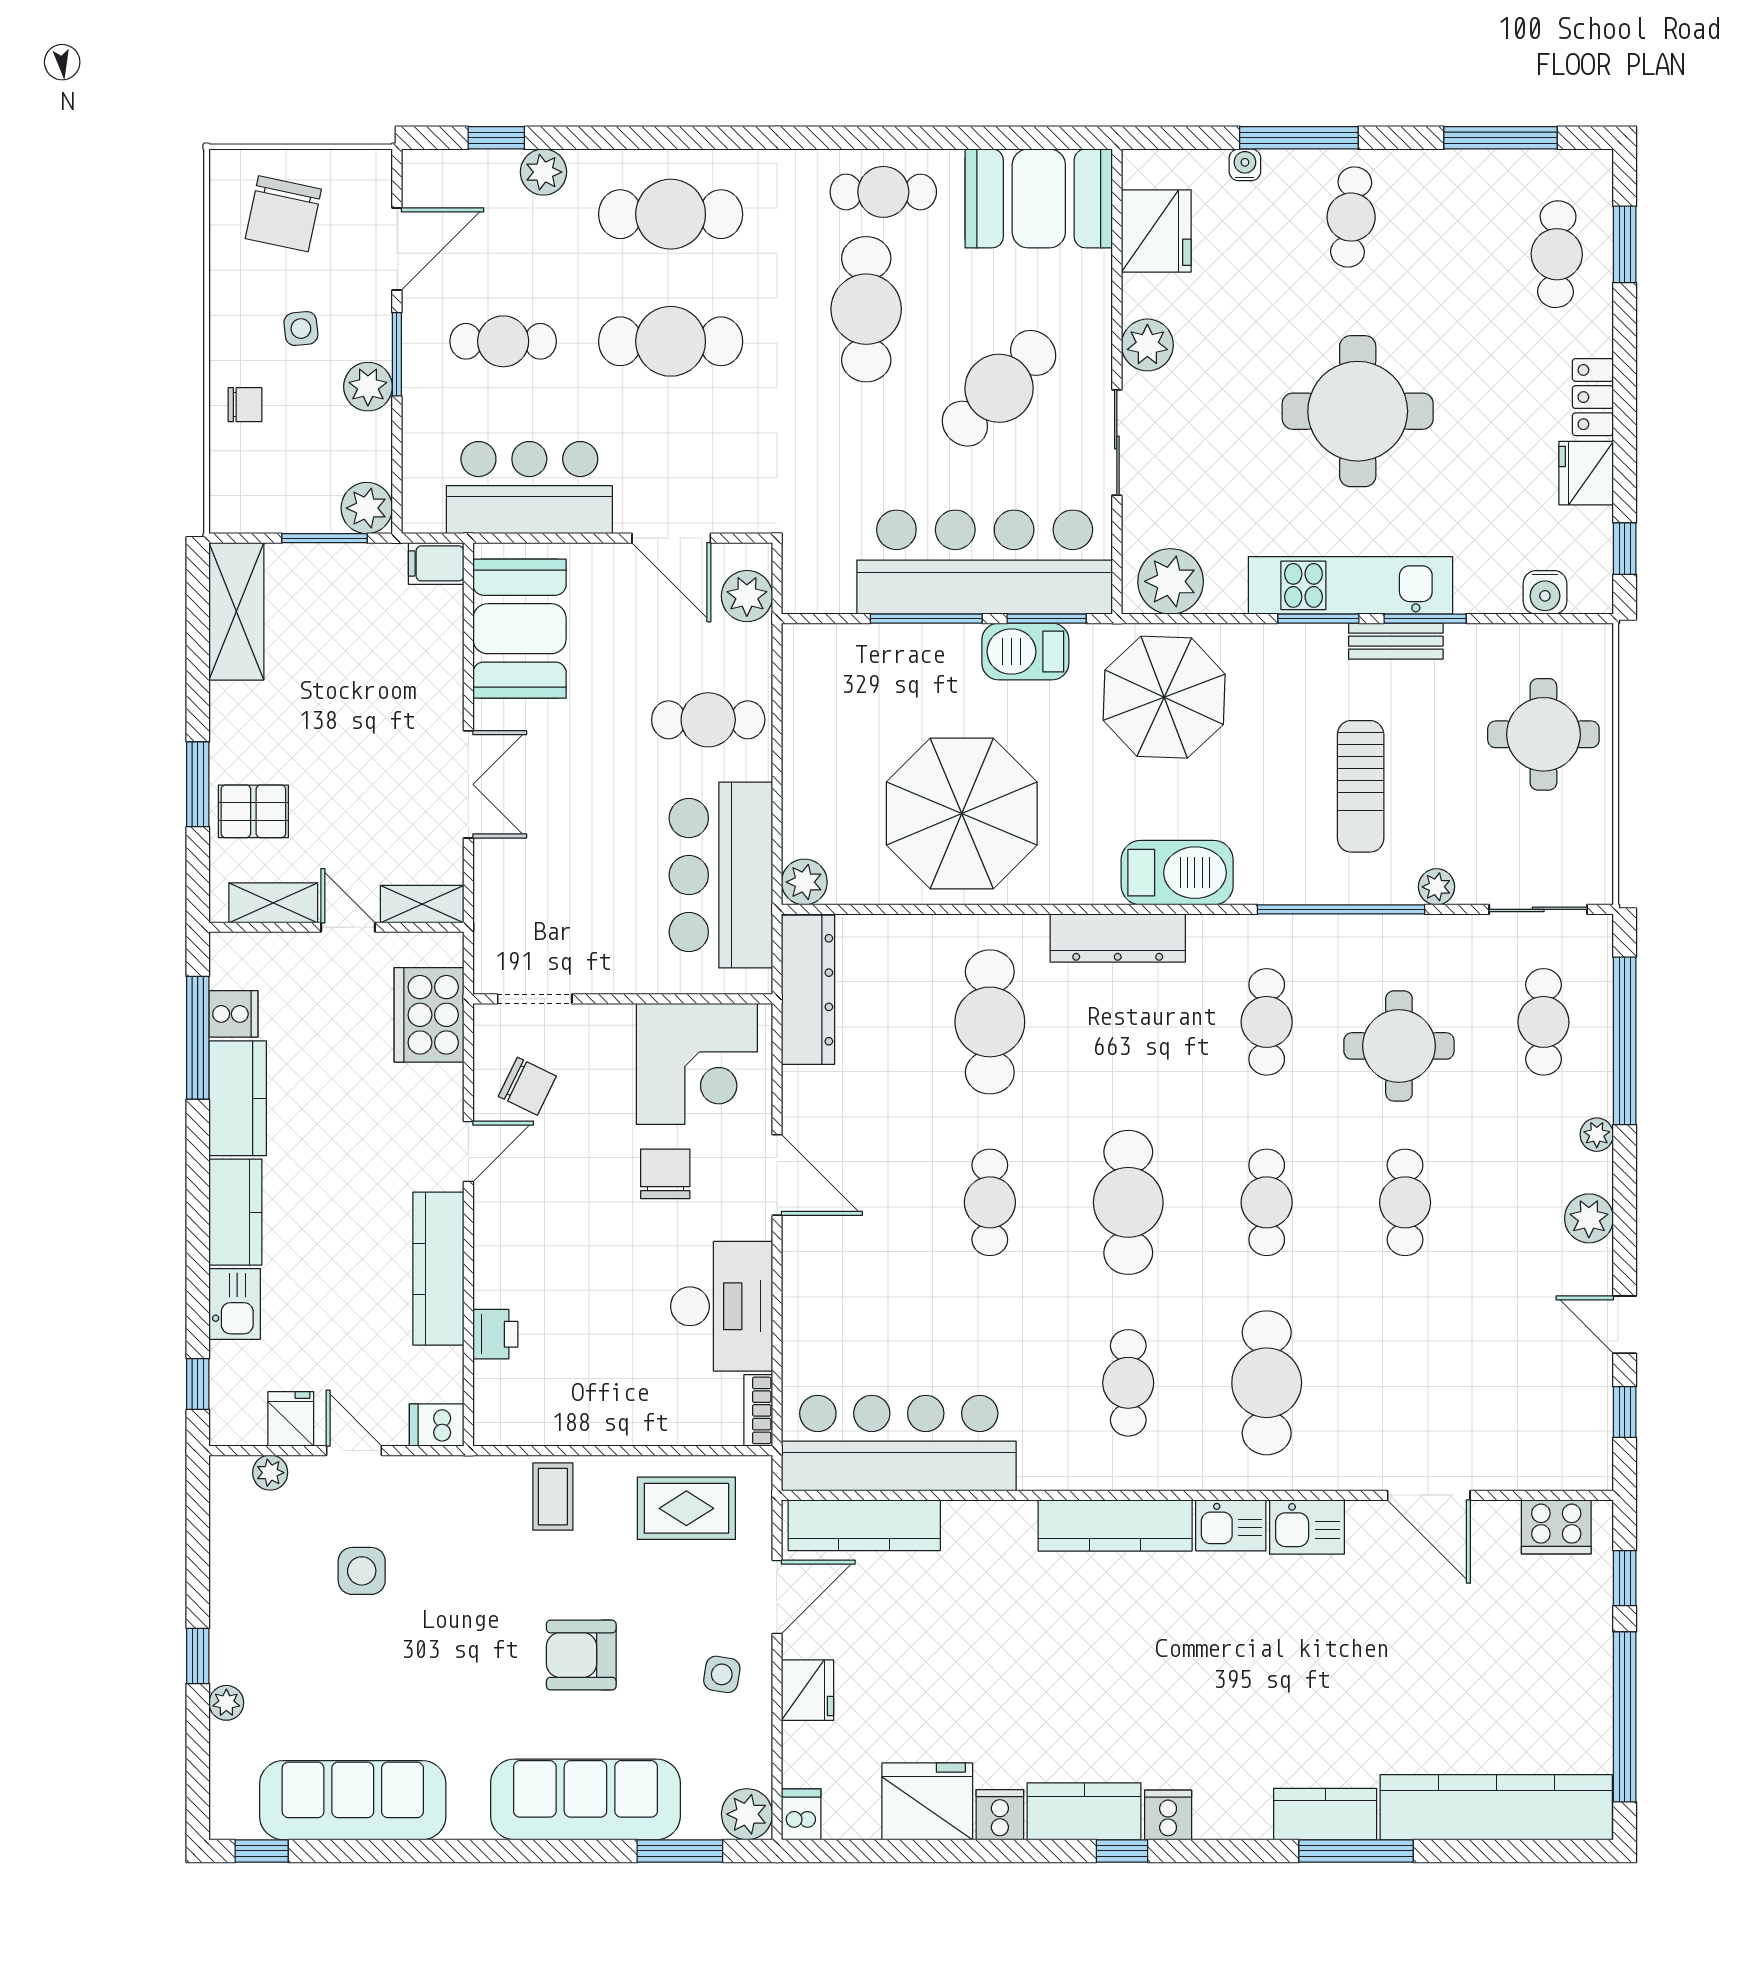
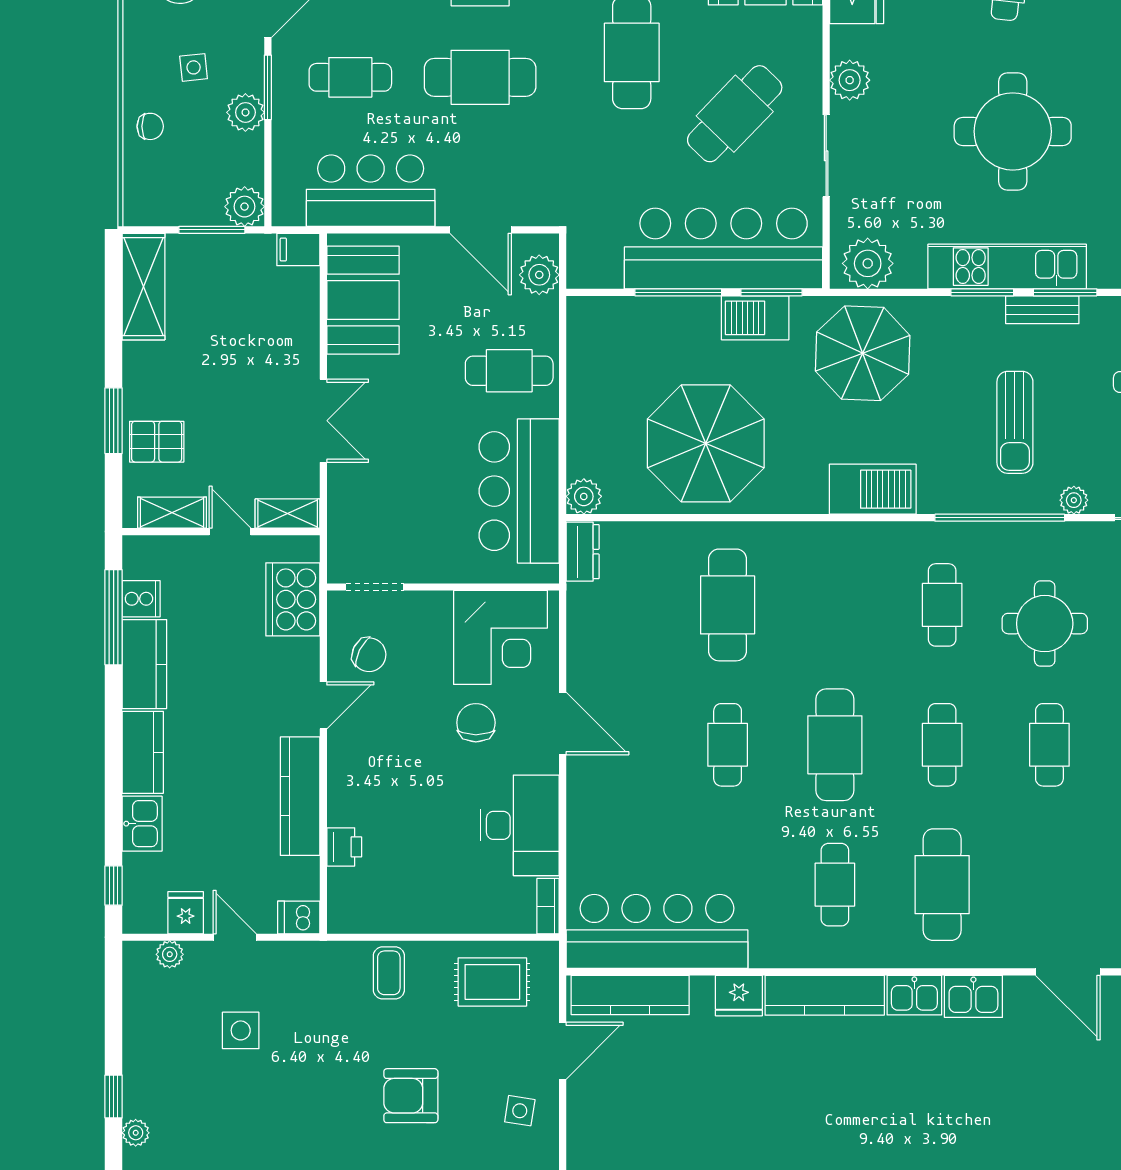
dresser: (1118, 938) -> (827, 540), removed
dresser: (808, 990) -> (583, 552), width x0.51, depth x0.80
fridge: (808, 1690) -> (739, 996), moved, turned 90

